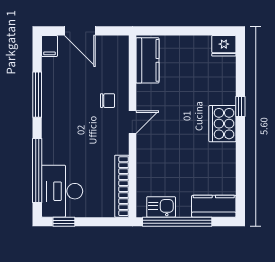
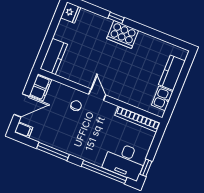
filing cabinet: (112, 46) -> (40, 88), added
kitchen counter: (147, 60) -> (54, 57), moved, turned 90
kitchen counter: (214, 206) -> (172, 73), moved
window: (177, 222) -> (176, 92), removed

